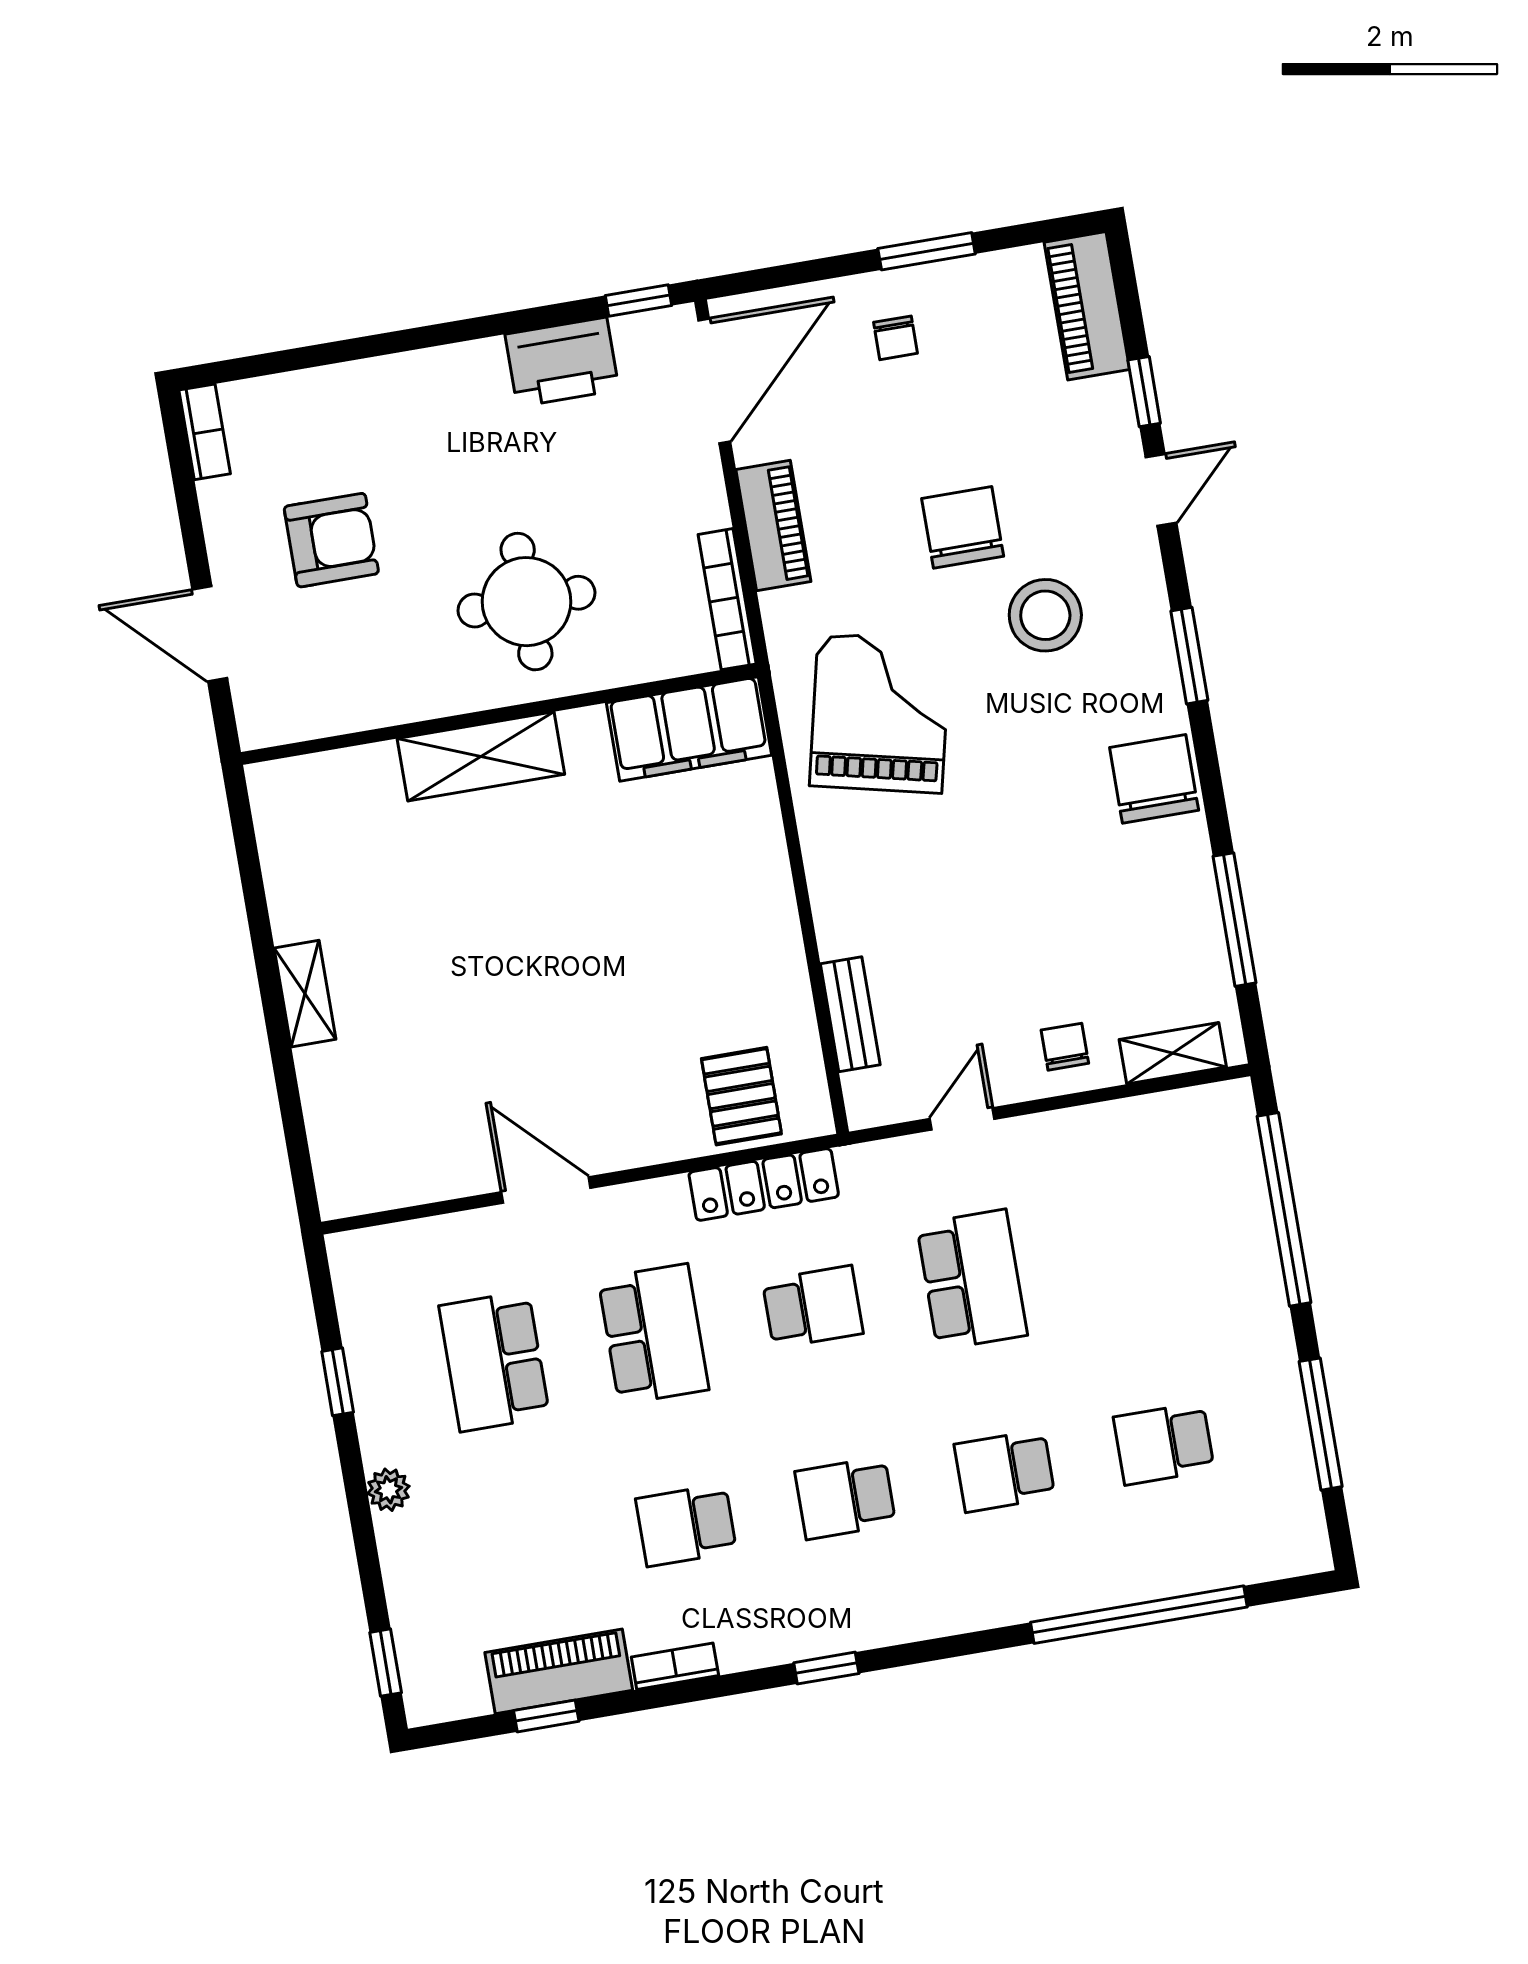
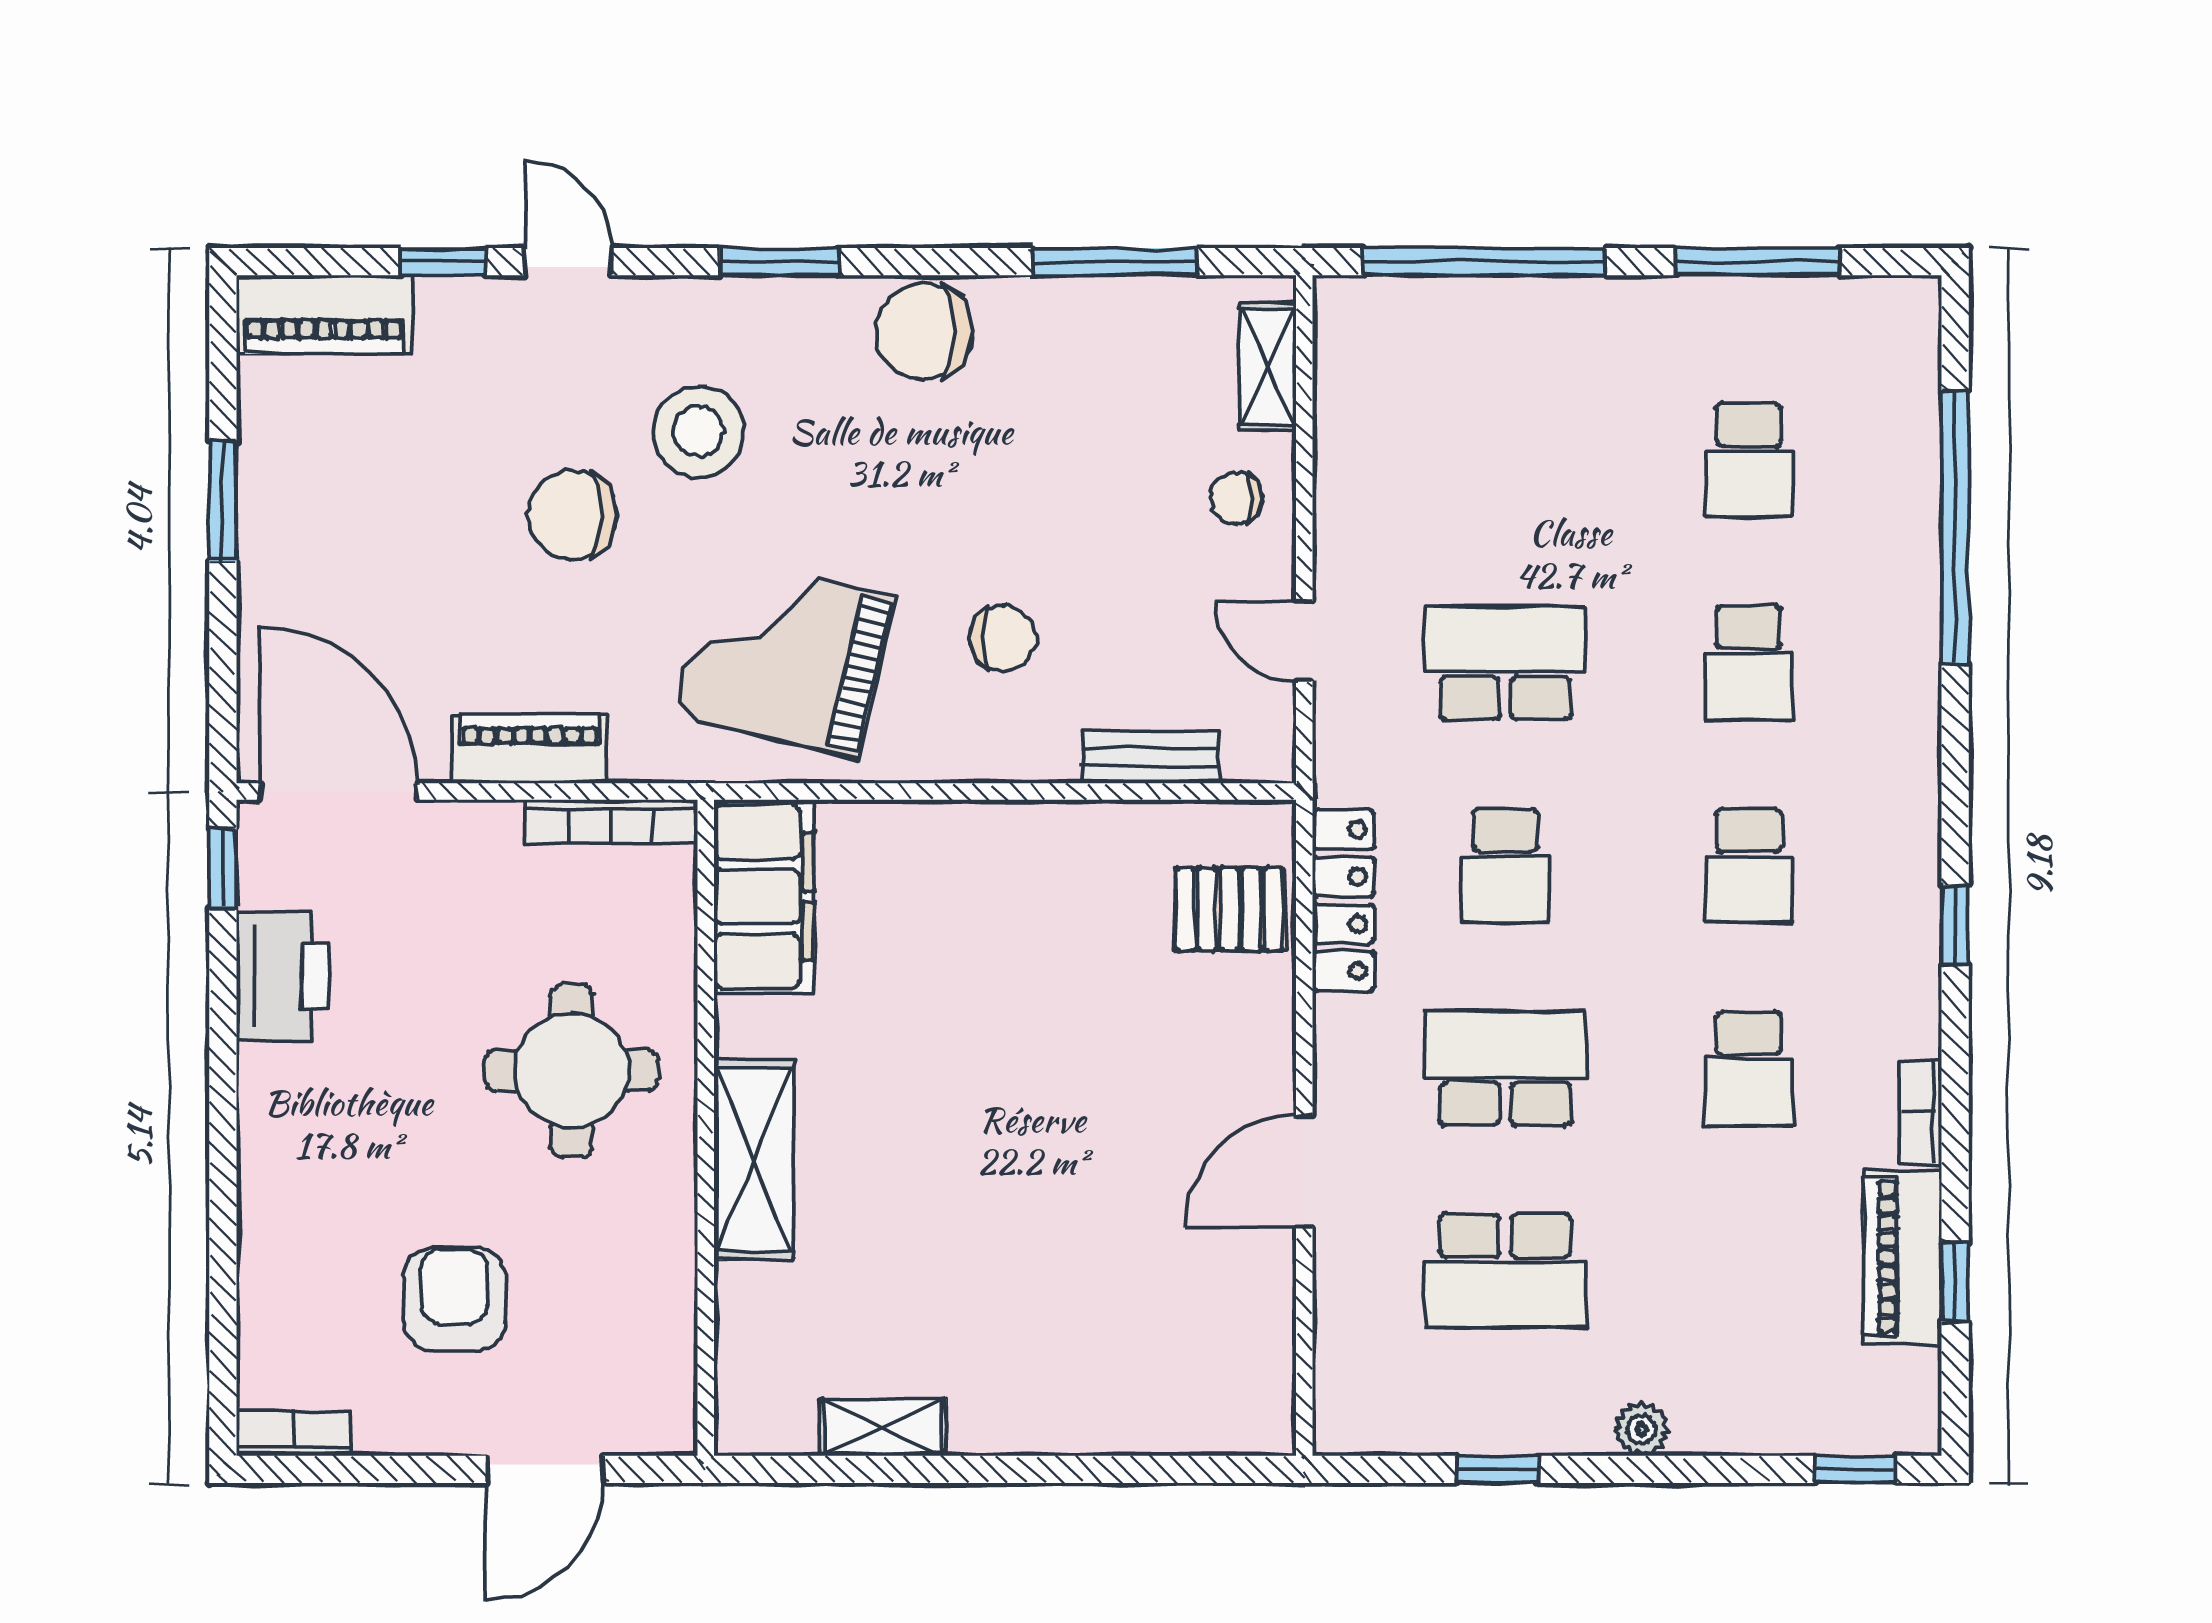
chair: (895, 338) -> (1003, 638), moved, width x1.37, depth x1.37
shelving: (305, 994) -> (883, 1427), moved
school desk: (813, 1307) -> (1505, 866), turned 180

